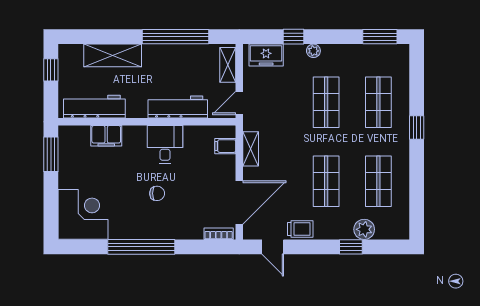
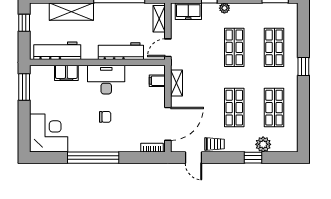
desk: (165, 144) -> (106, 80), width x1.37

